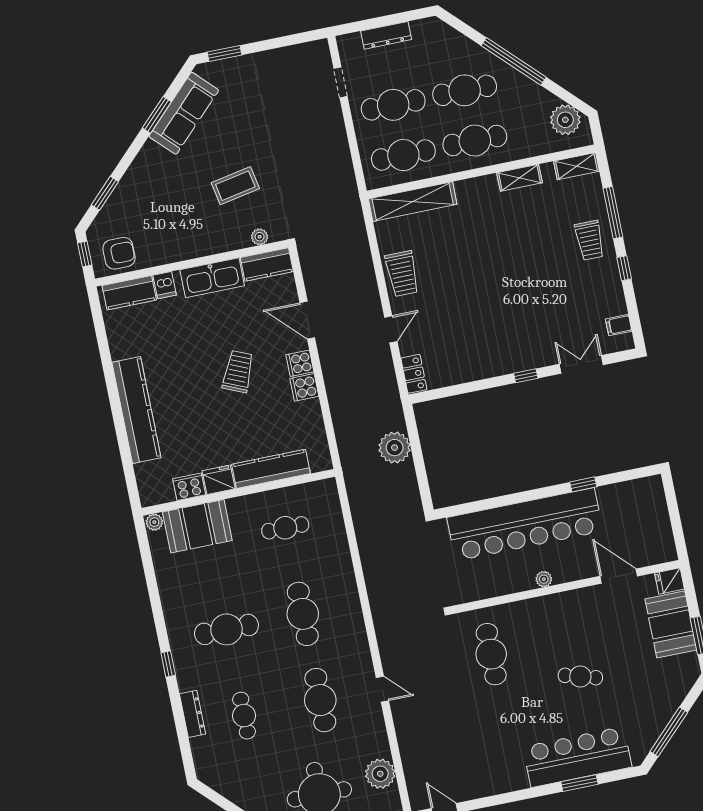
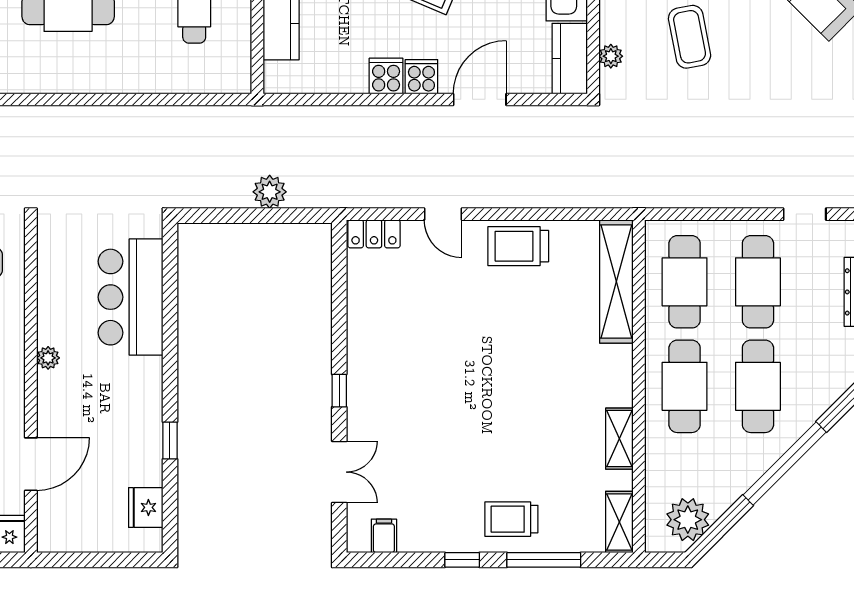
plant: (395, 448) -> (270, 192), width x0.73, depth x0.73
fridge: (632, 492) -> (146, 507), added
bar counter: (525, 524) -> (131, 297), width x0.54

